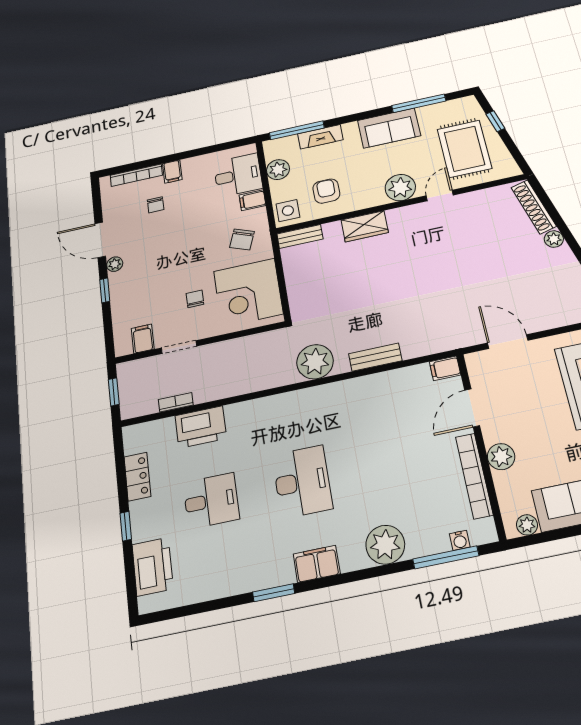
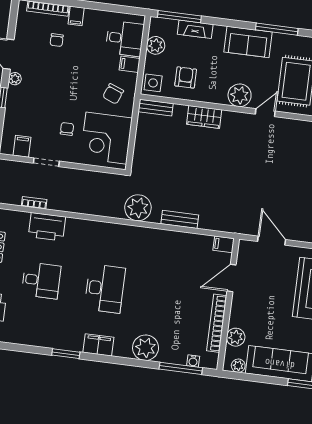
plant: (501, 457) -> (236, 337), moved

